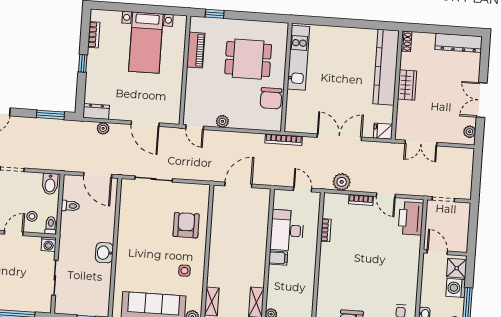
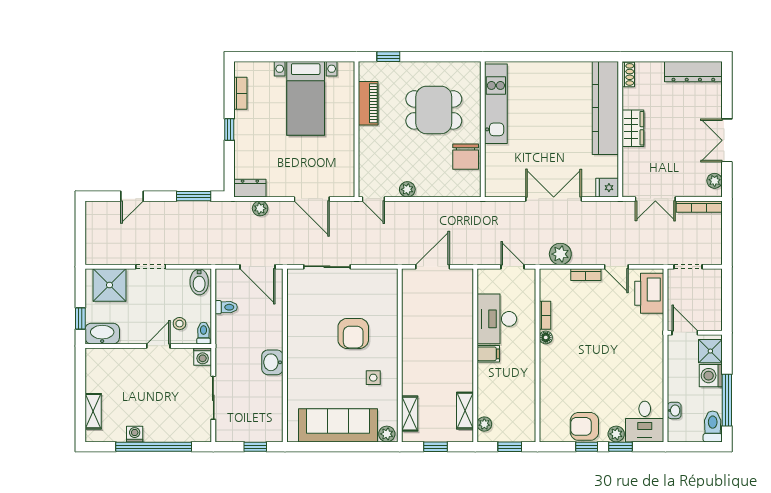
bookcase: (284, 140) -> (699, 207), moved
armchair: (186, 225) -> (353, 333), moved, turned 180
floor lamp: (325, 248) -> (546, 337), added

